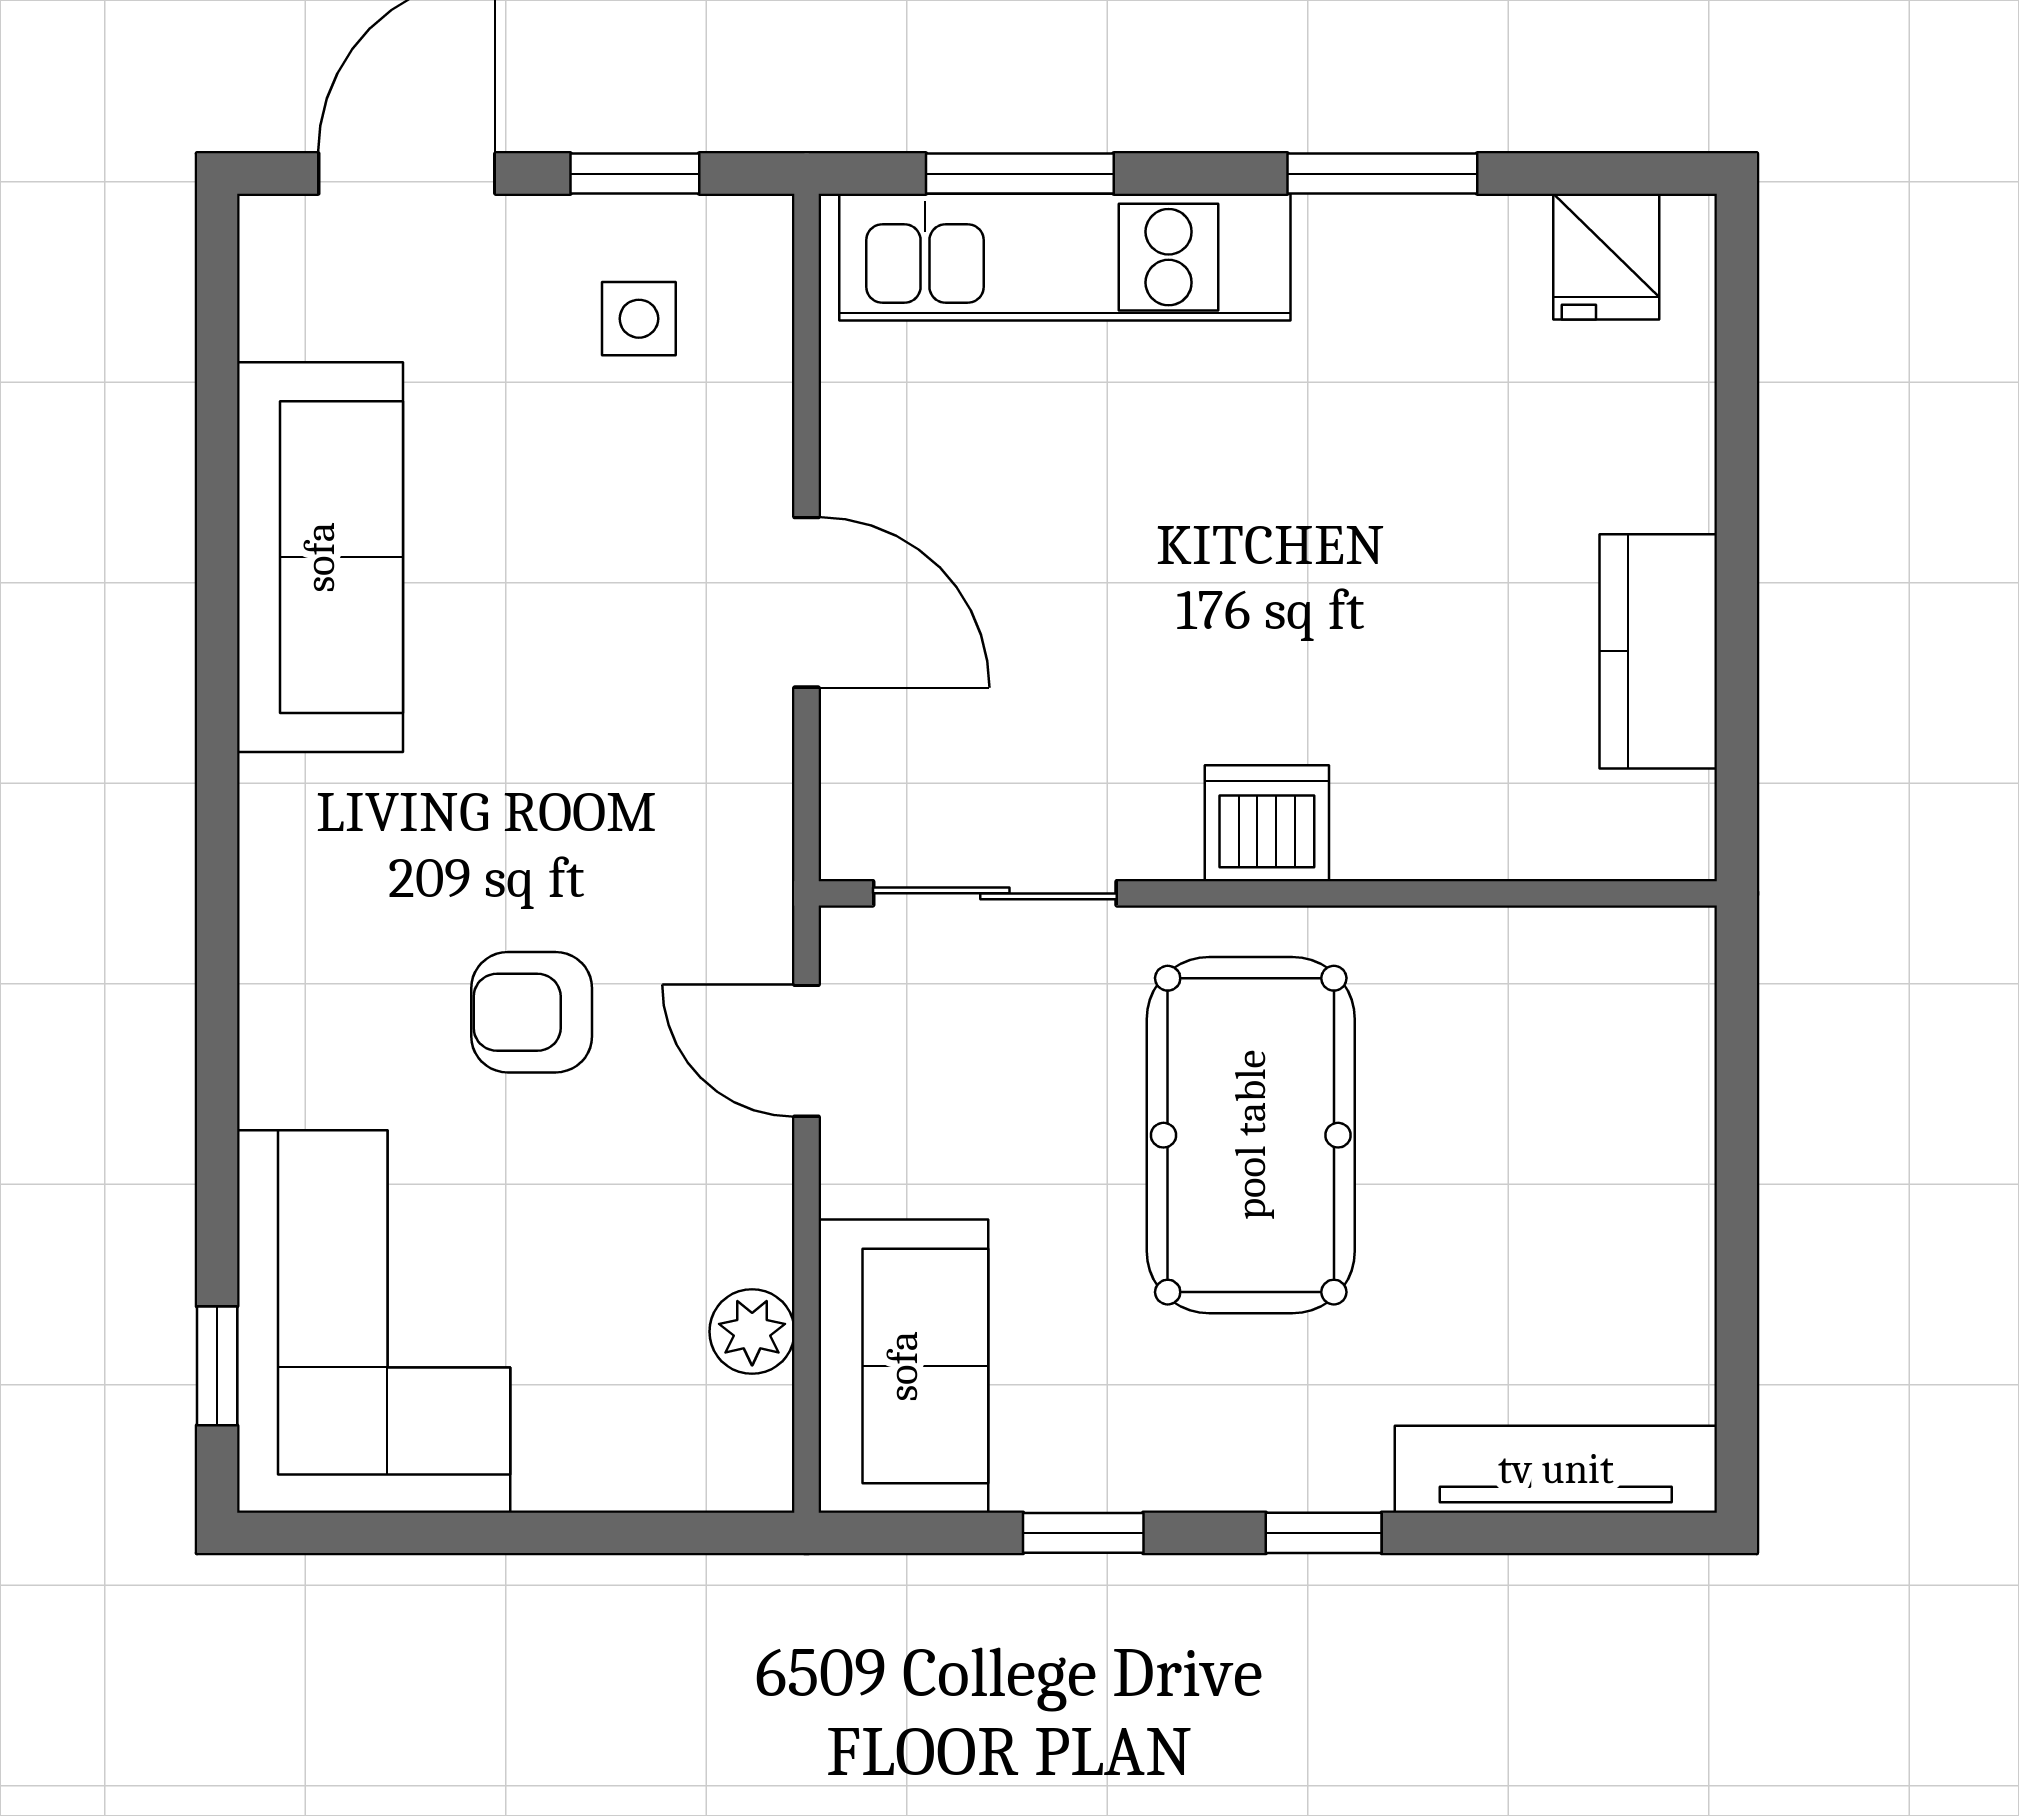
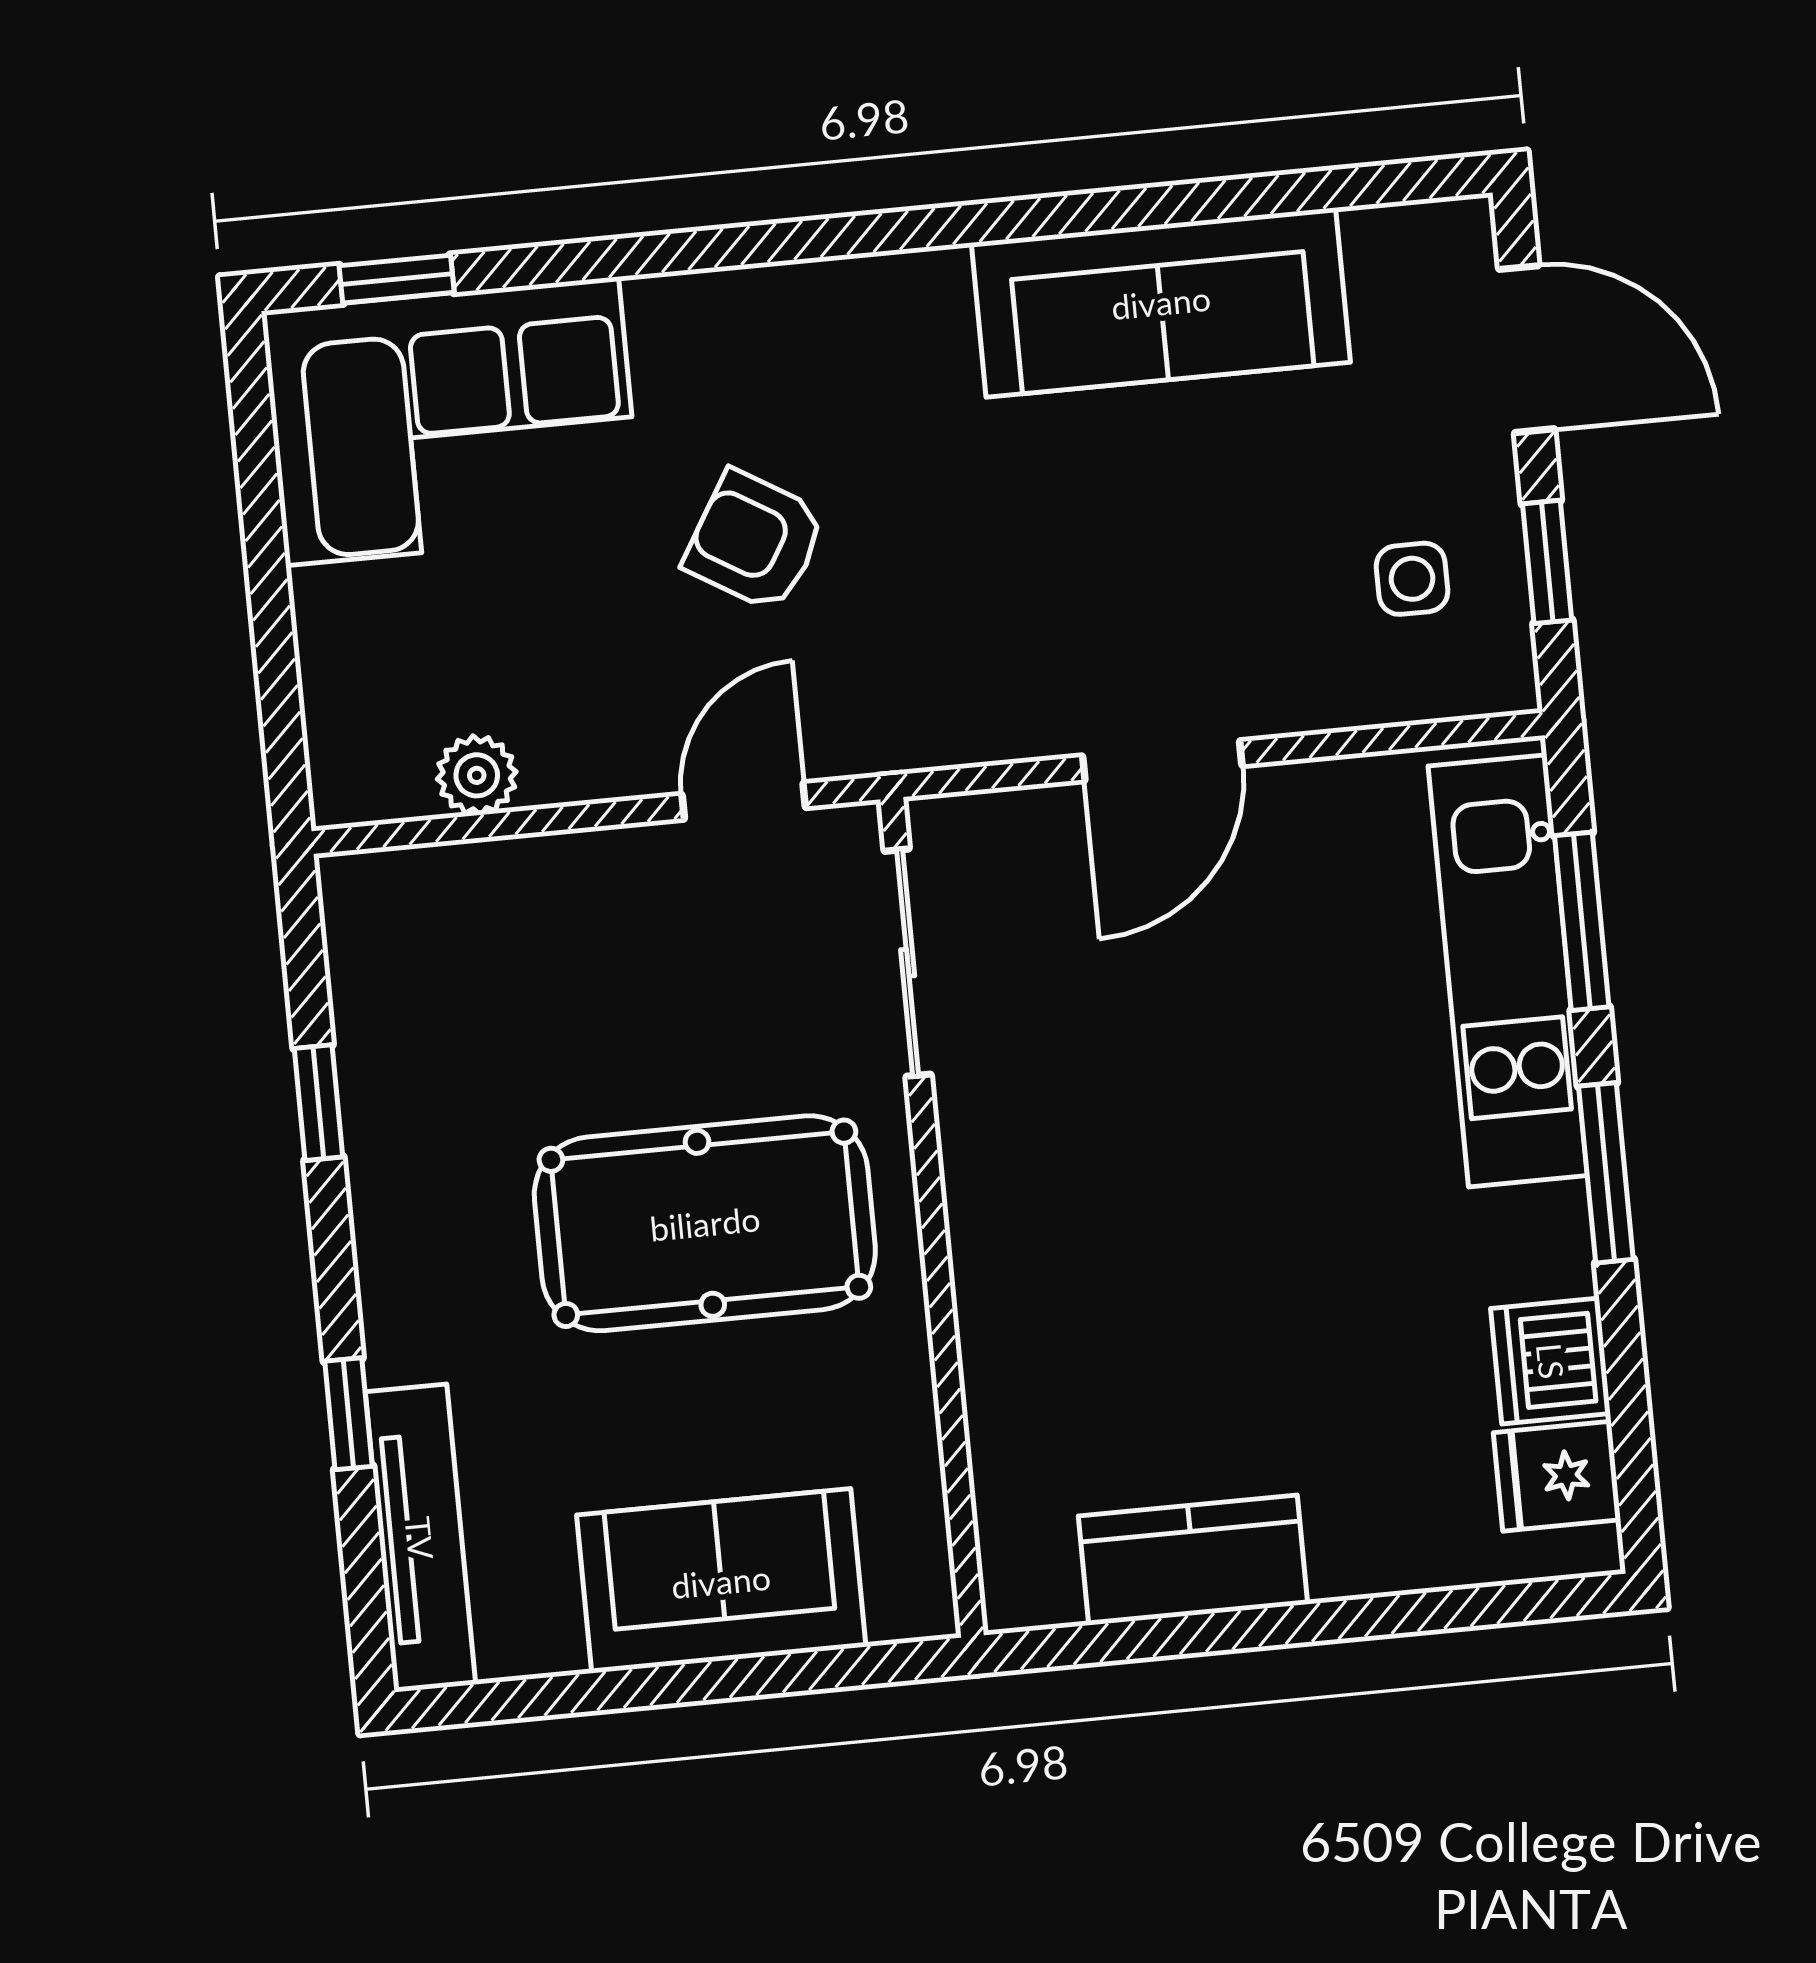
window: (1382, 174) -> (1606, 1173), moved
dishwasher: (1267, 823) -> (1551, 1361), moved, turned 180
armchair: (532, 1012) -> (755, 541), turned -59
sofa: (903, 1366) -> (721, 1581), moved, turned 180
window: (1324, 1533) -> (348, 1414), moved

